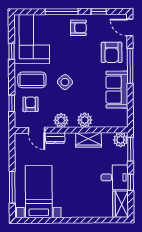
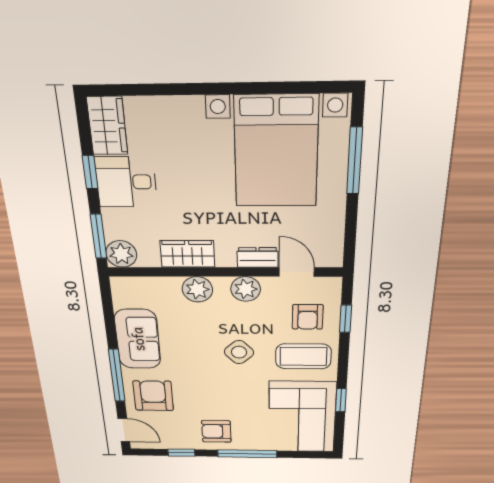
bed with nightstands: (39, 192) -> (276, 152), width x1.36

